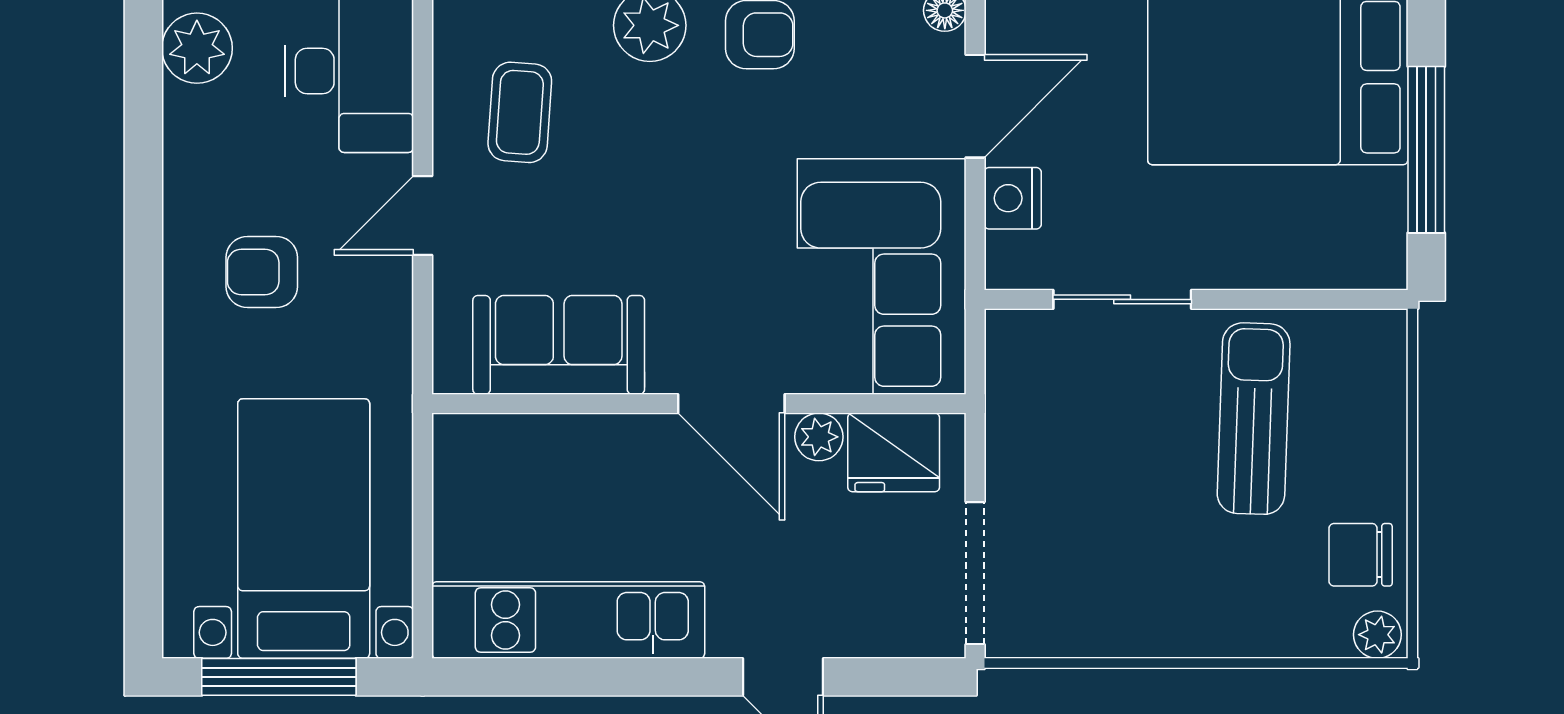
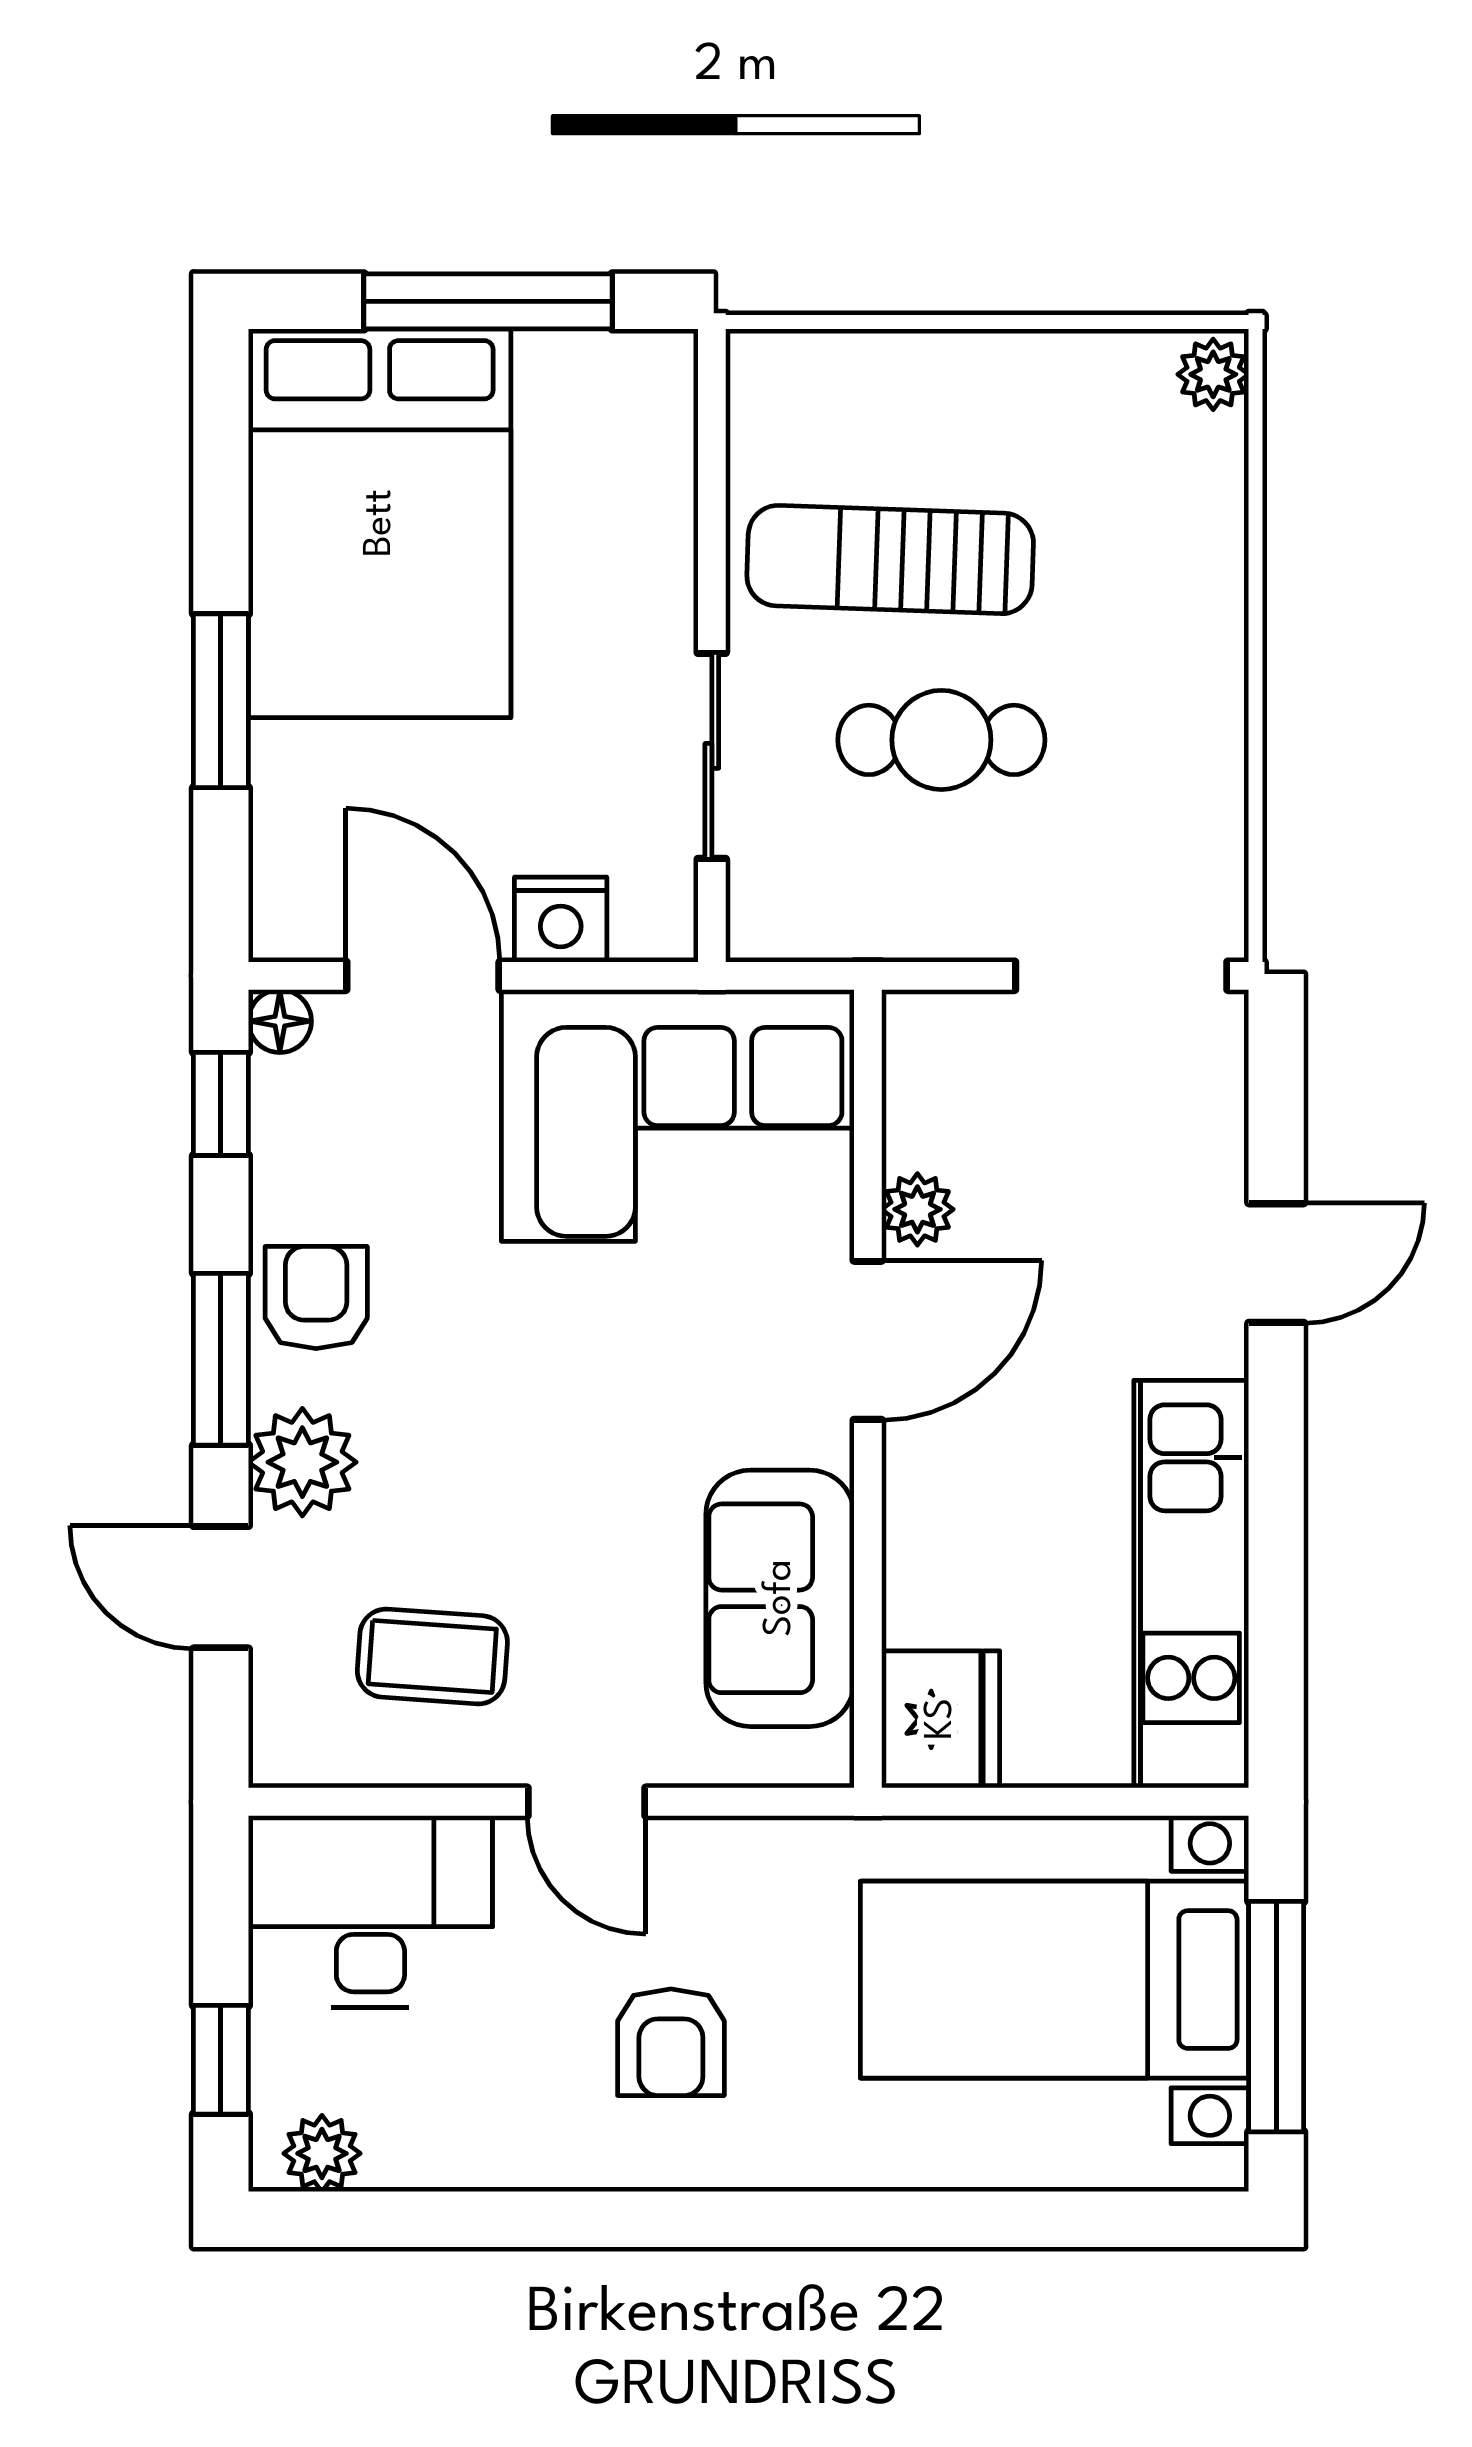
plant: (197, 48) -> (322, 2153), width x0.73, depth x0.73
fridge: (894, 452) -> (941, 1719), moved
cafe table: (1133, 453) -> (941, 740), added
chair: (1361, 555) -> (1094, 399), removed

